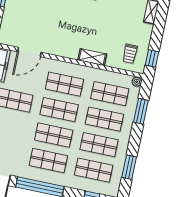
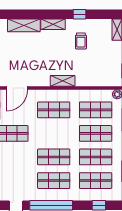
trolley: (130, 54) -> (81, 41), moved
shelving: (92, 57) -> (63, 81), moved
shop shelf: (59, 110) -> (54, 133), removed

